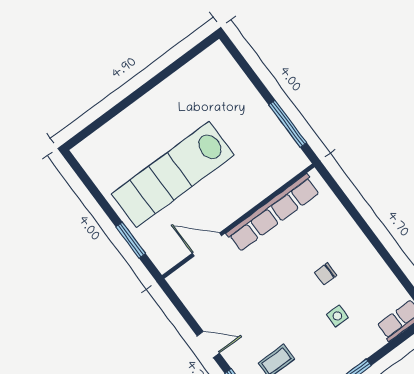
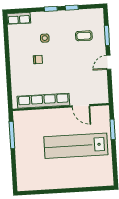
lab bench: (173, 174) -> (76, 146), turned 180
door: (208, 344) -> (109, 62), hinge flipped

